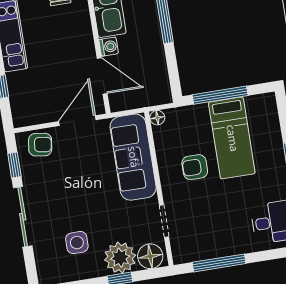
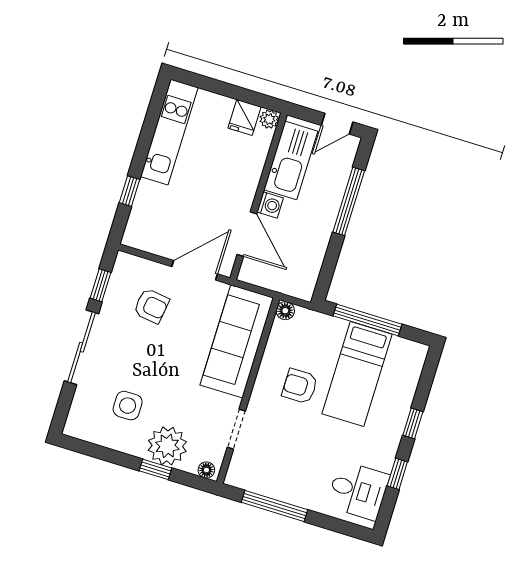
armchair: (40, 145) -> (151, 306), moved
floor lamp: (150, 256) -> (206, 470), width x0.53, depth x0.53

